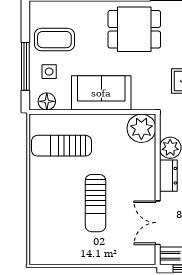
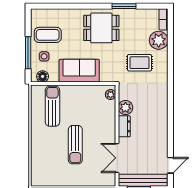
plant: (141, 128) -> (111, 95), width x0.53, depth x0.53
sun lounger: (62, 146) -> (52, 106), turned 90

